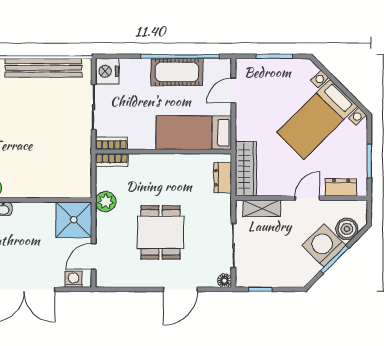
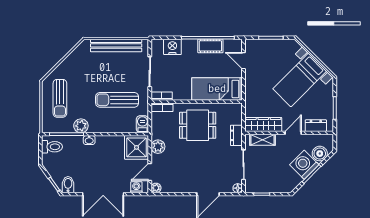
nightstand: (107, 71) -> (172, 47), moved, turned 90
cot: (177, 72) -> (210, 46), width x0.73, depth x0.75
door: (233, 90) -> (244, 61), hinge flipped
sun lounger: (45, 149) -> (117, 100), added
wardrobe: (246, 169) -> (263, 124), moved, turned -90
dresser: (223, 178) -> (236, 135), moved
barbecue: (83, 185) -> (142, 124), added
plant: (106, 202) -> (158, 147), moved
dining table: (160, 232) -> (198, 125), moved, turned 90
plant: (103, 280) -> (156, 188), added

